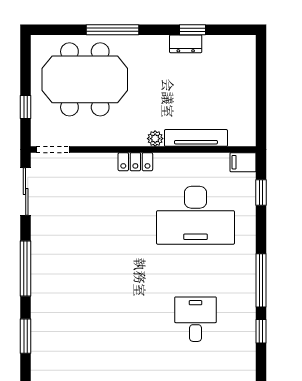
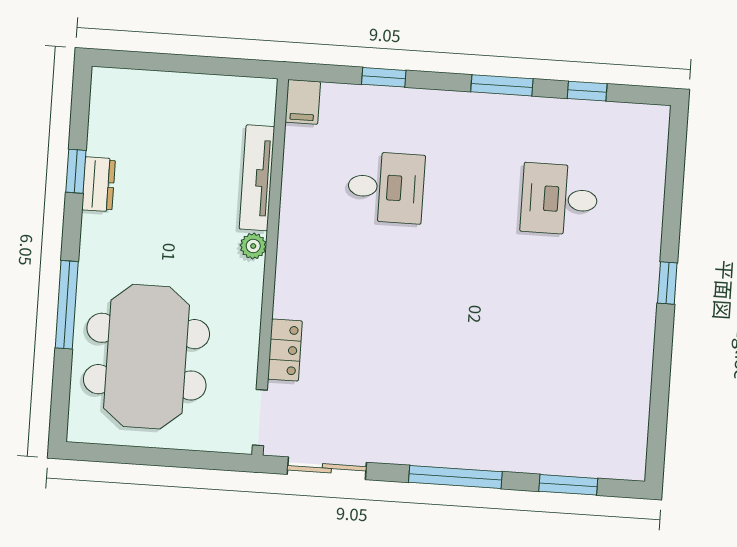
window: (26, 107) -> (186, 459), removed
locker: (135, 162) -> (285, 350), moved
window: (261, 193) -> (384, 77), moved
desk: (196, 215) -> (386, 187), width x0.53, depth x0.77
window: (261, 280) -> (502, 85), width x0.69

